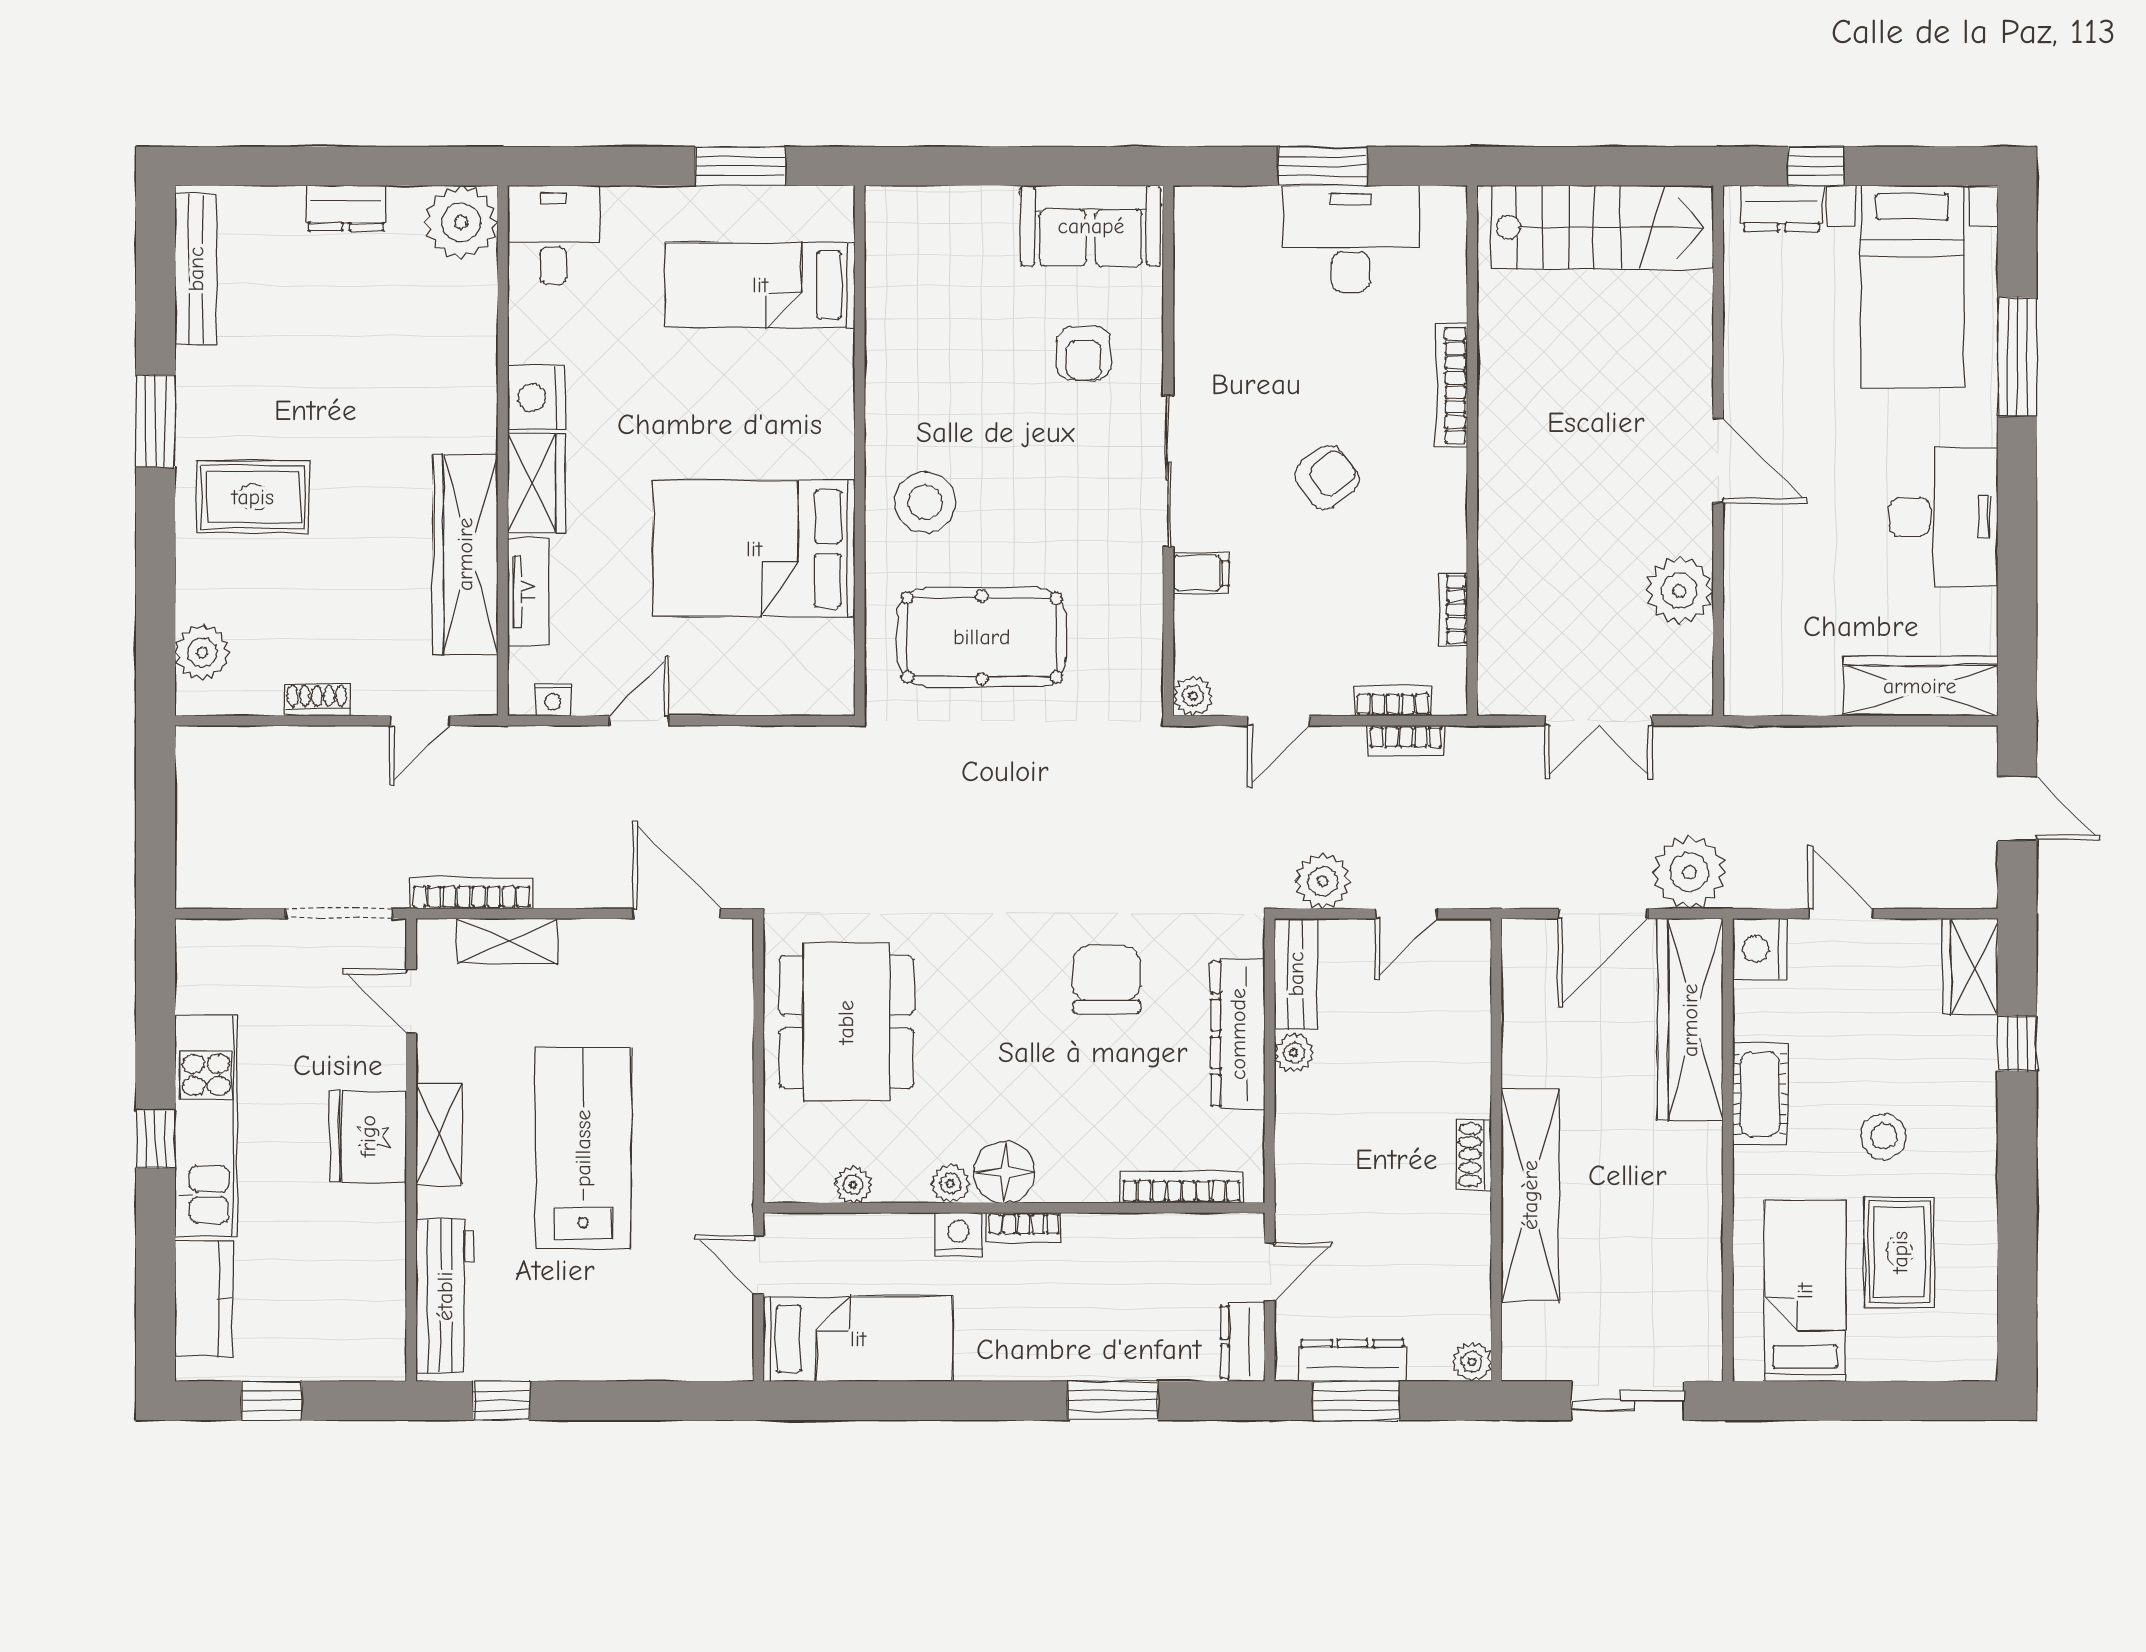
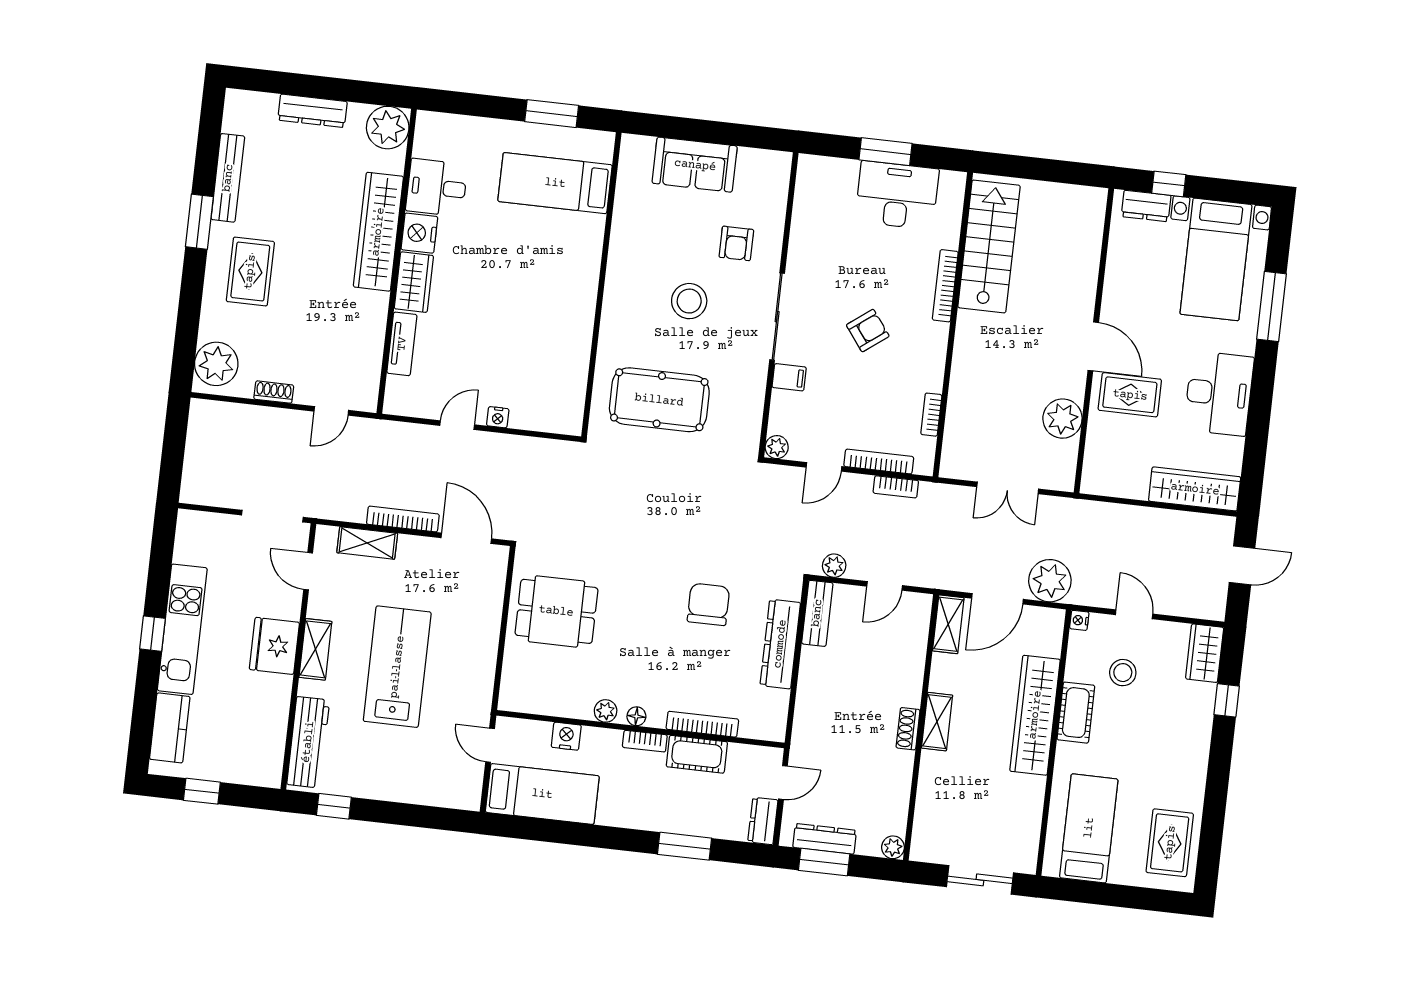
dresser: (346, 208) -> (312, 111), width x1.44
sofa: (1091, 226) -> (695, 165), moved
stairs: (1602, 227) -> (989, 246), moved, turned -90
desk: (553, 235) -> (437, 188), moved, turned -90
bench: (196, 269) -> (228, 178), moved
rug: (253, 497) -> (250, 272), turned 90
stool: (925, 502) -> (689, 301), moved
rug: (1791, 537) -> (1130, 395), added
bed: (754, 549) -> (534, 334), removed
wardrobe: (465, 554) -> (378, 232), moved
plant: (202, 652) -> (216, 364), width x1.36, depth x1.36
nightstand: (553, 699) -> (498, 417), moved
bookcase: (1393, 701) -> (879, 462), width x1.56
door: (2017, 808) -> (1242, 565), hinge flipped
plant: (1323, 881) -> (834, 566), width x0.73, depth x0.73
bookcase: (472, 893) -> (403, 519), moved
nightstand: (1760, 949) -> (1079, 620), width x0.53, depth x0.56
shelving: (1523, 967) -> (948, 624), added
wardrobe: (1690, 1020) -> (1035, 715), moved
dining table: (846, 1022) -> (556, 611), width x0.73
plant: (1294, 1053) -> (811, 659), removed
stool: (1884, 1136) -> (1123, 673), moved
floor lamp: (1004, 1172) -> (636, 716), width x0.53, depth x0.53
plant: (853, 1185) -> (550, 705), removed
bookcase: (1181, 1187) -> (702, 724), moved
shelving: (1530, 1195) -> (937, 722), width x0.45, depth x0.75
nightstand: (958, 1235) -> (566, 736), moved
cot: (1116, 1240) -> (697, 754), added
rug: (1900, 1252) -> (1170, 843), moved

